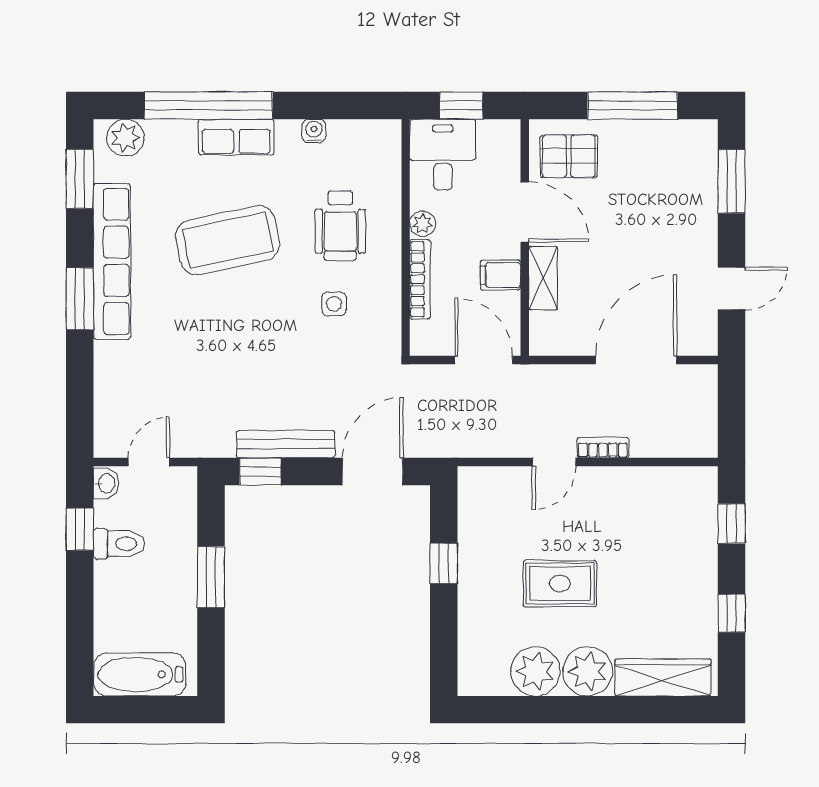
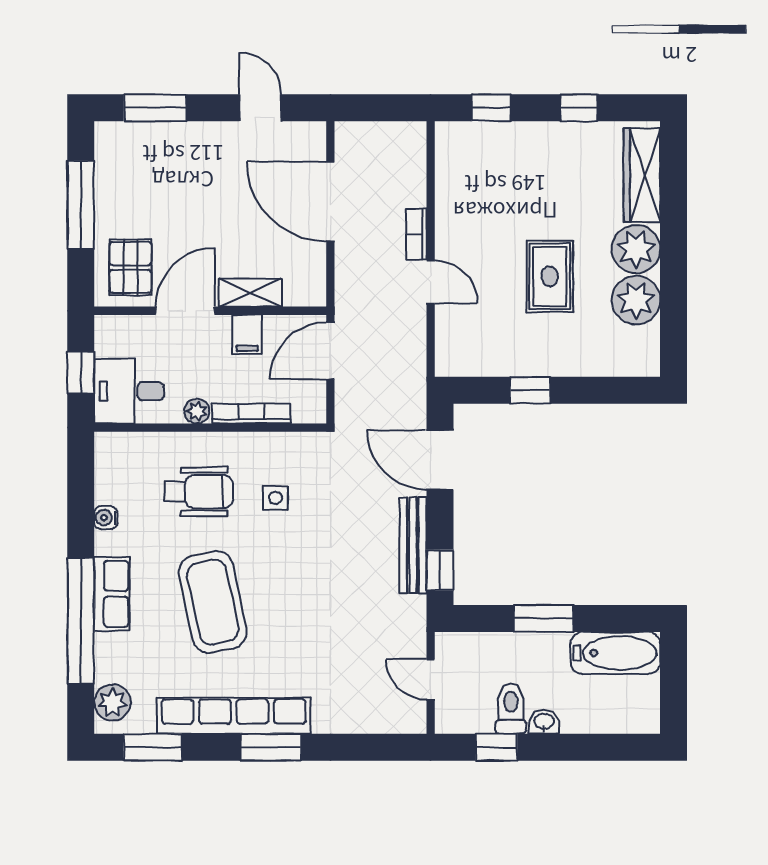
washbasin: (106, 483) -> (544, 722), moved
bathtub: (140, 674) -> (615, 653), moved, turned -90

